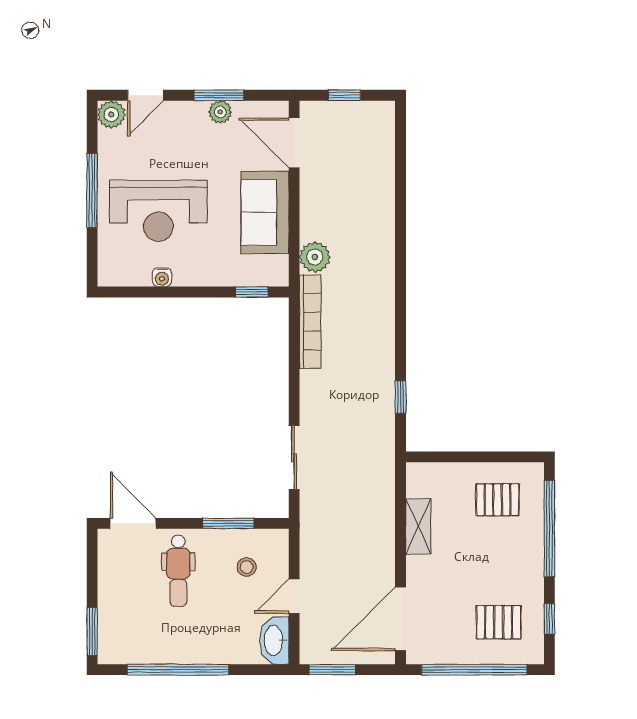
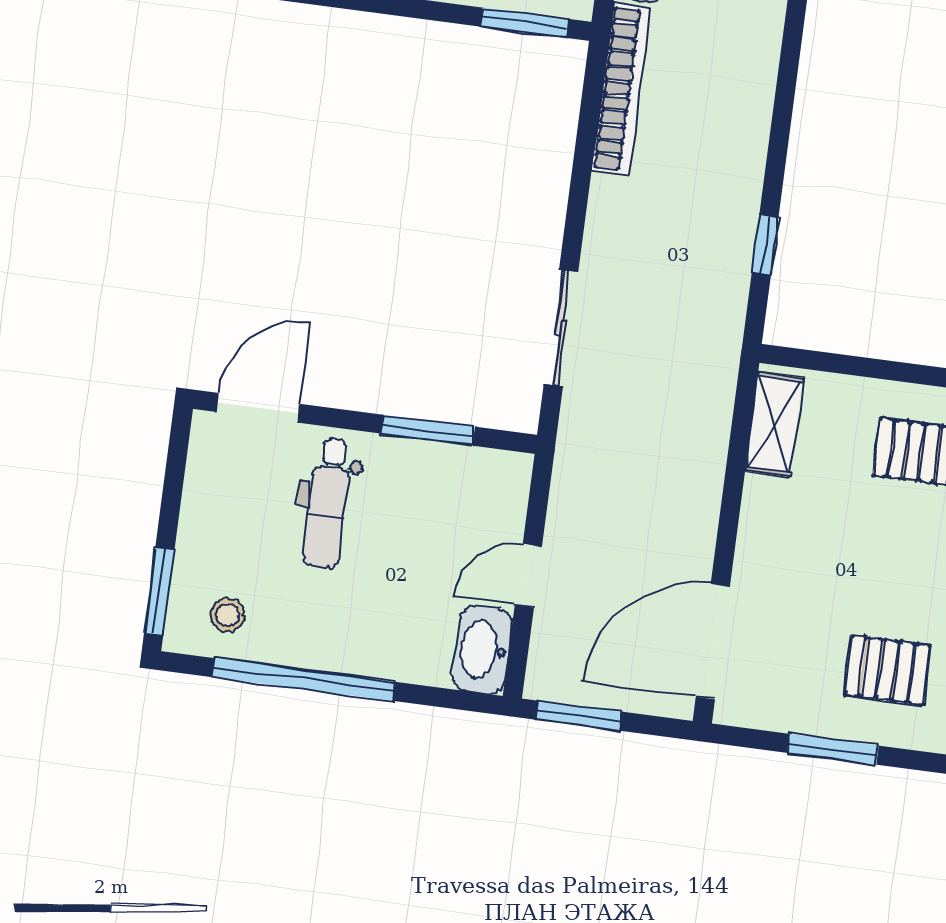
window: (252, 292) -> (524, 23), width x1.50
door: (133, 523) -> (258, 408), hinge flipped
shelving: (418, 526) -> (774, 424), moved
stool: (247, 567) -> (228, 615), moved
window: (474, 670) -> (833, 749), width x0.47

